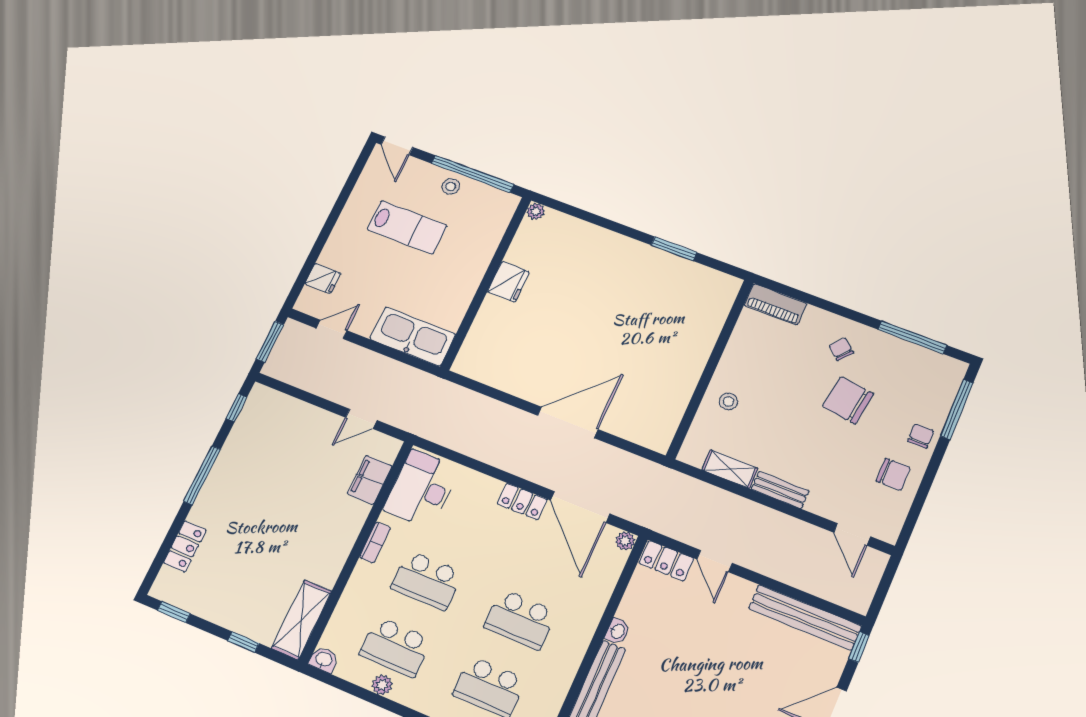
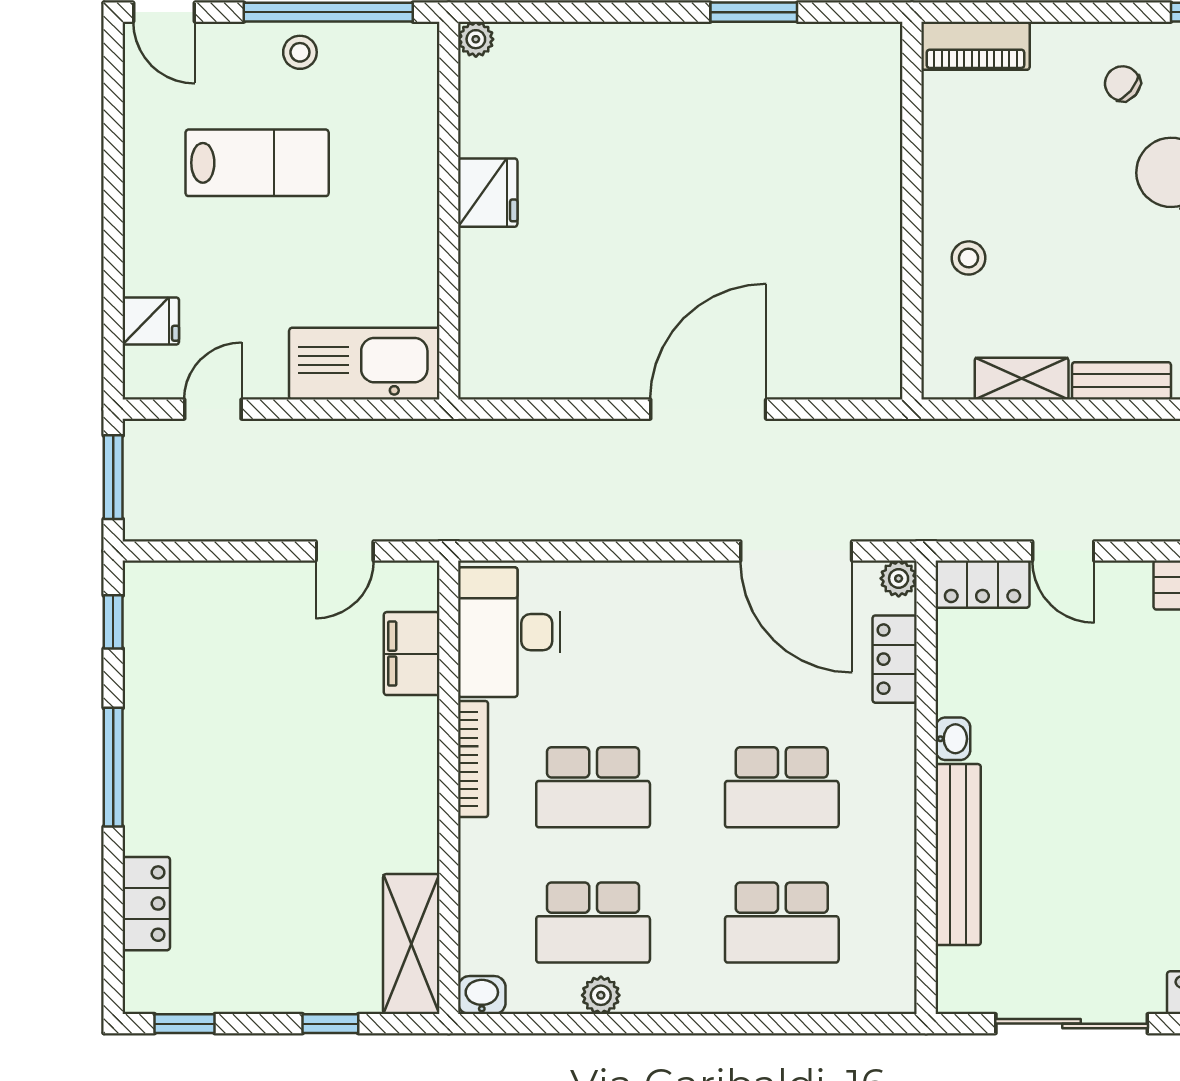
locker: (522, 502) -> (895, 659), moved, turned 90
bookcase: (375, 542) -> (473, 759), width x1.56

